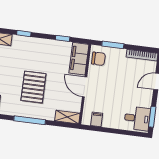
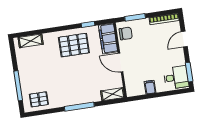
window: (24, 34) -> (52, 30), removed
pallet: (33, 87) -> (74, 45), moved, turned 90
filing cabinet: (97, 119) -> (150, 87), moved

